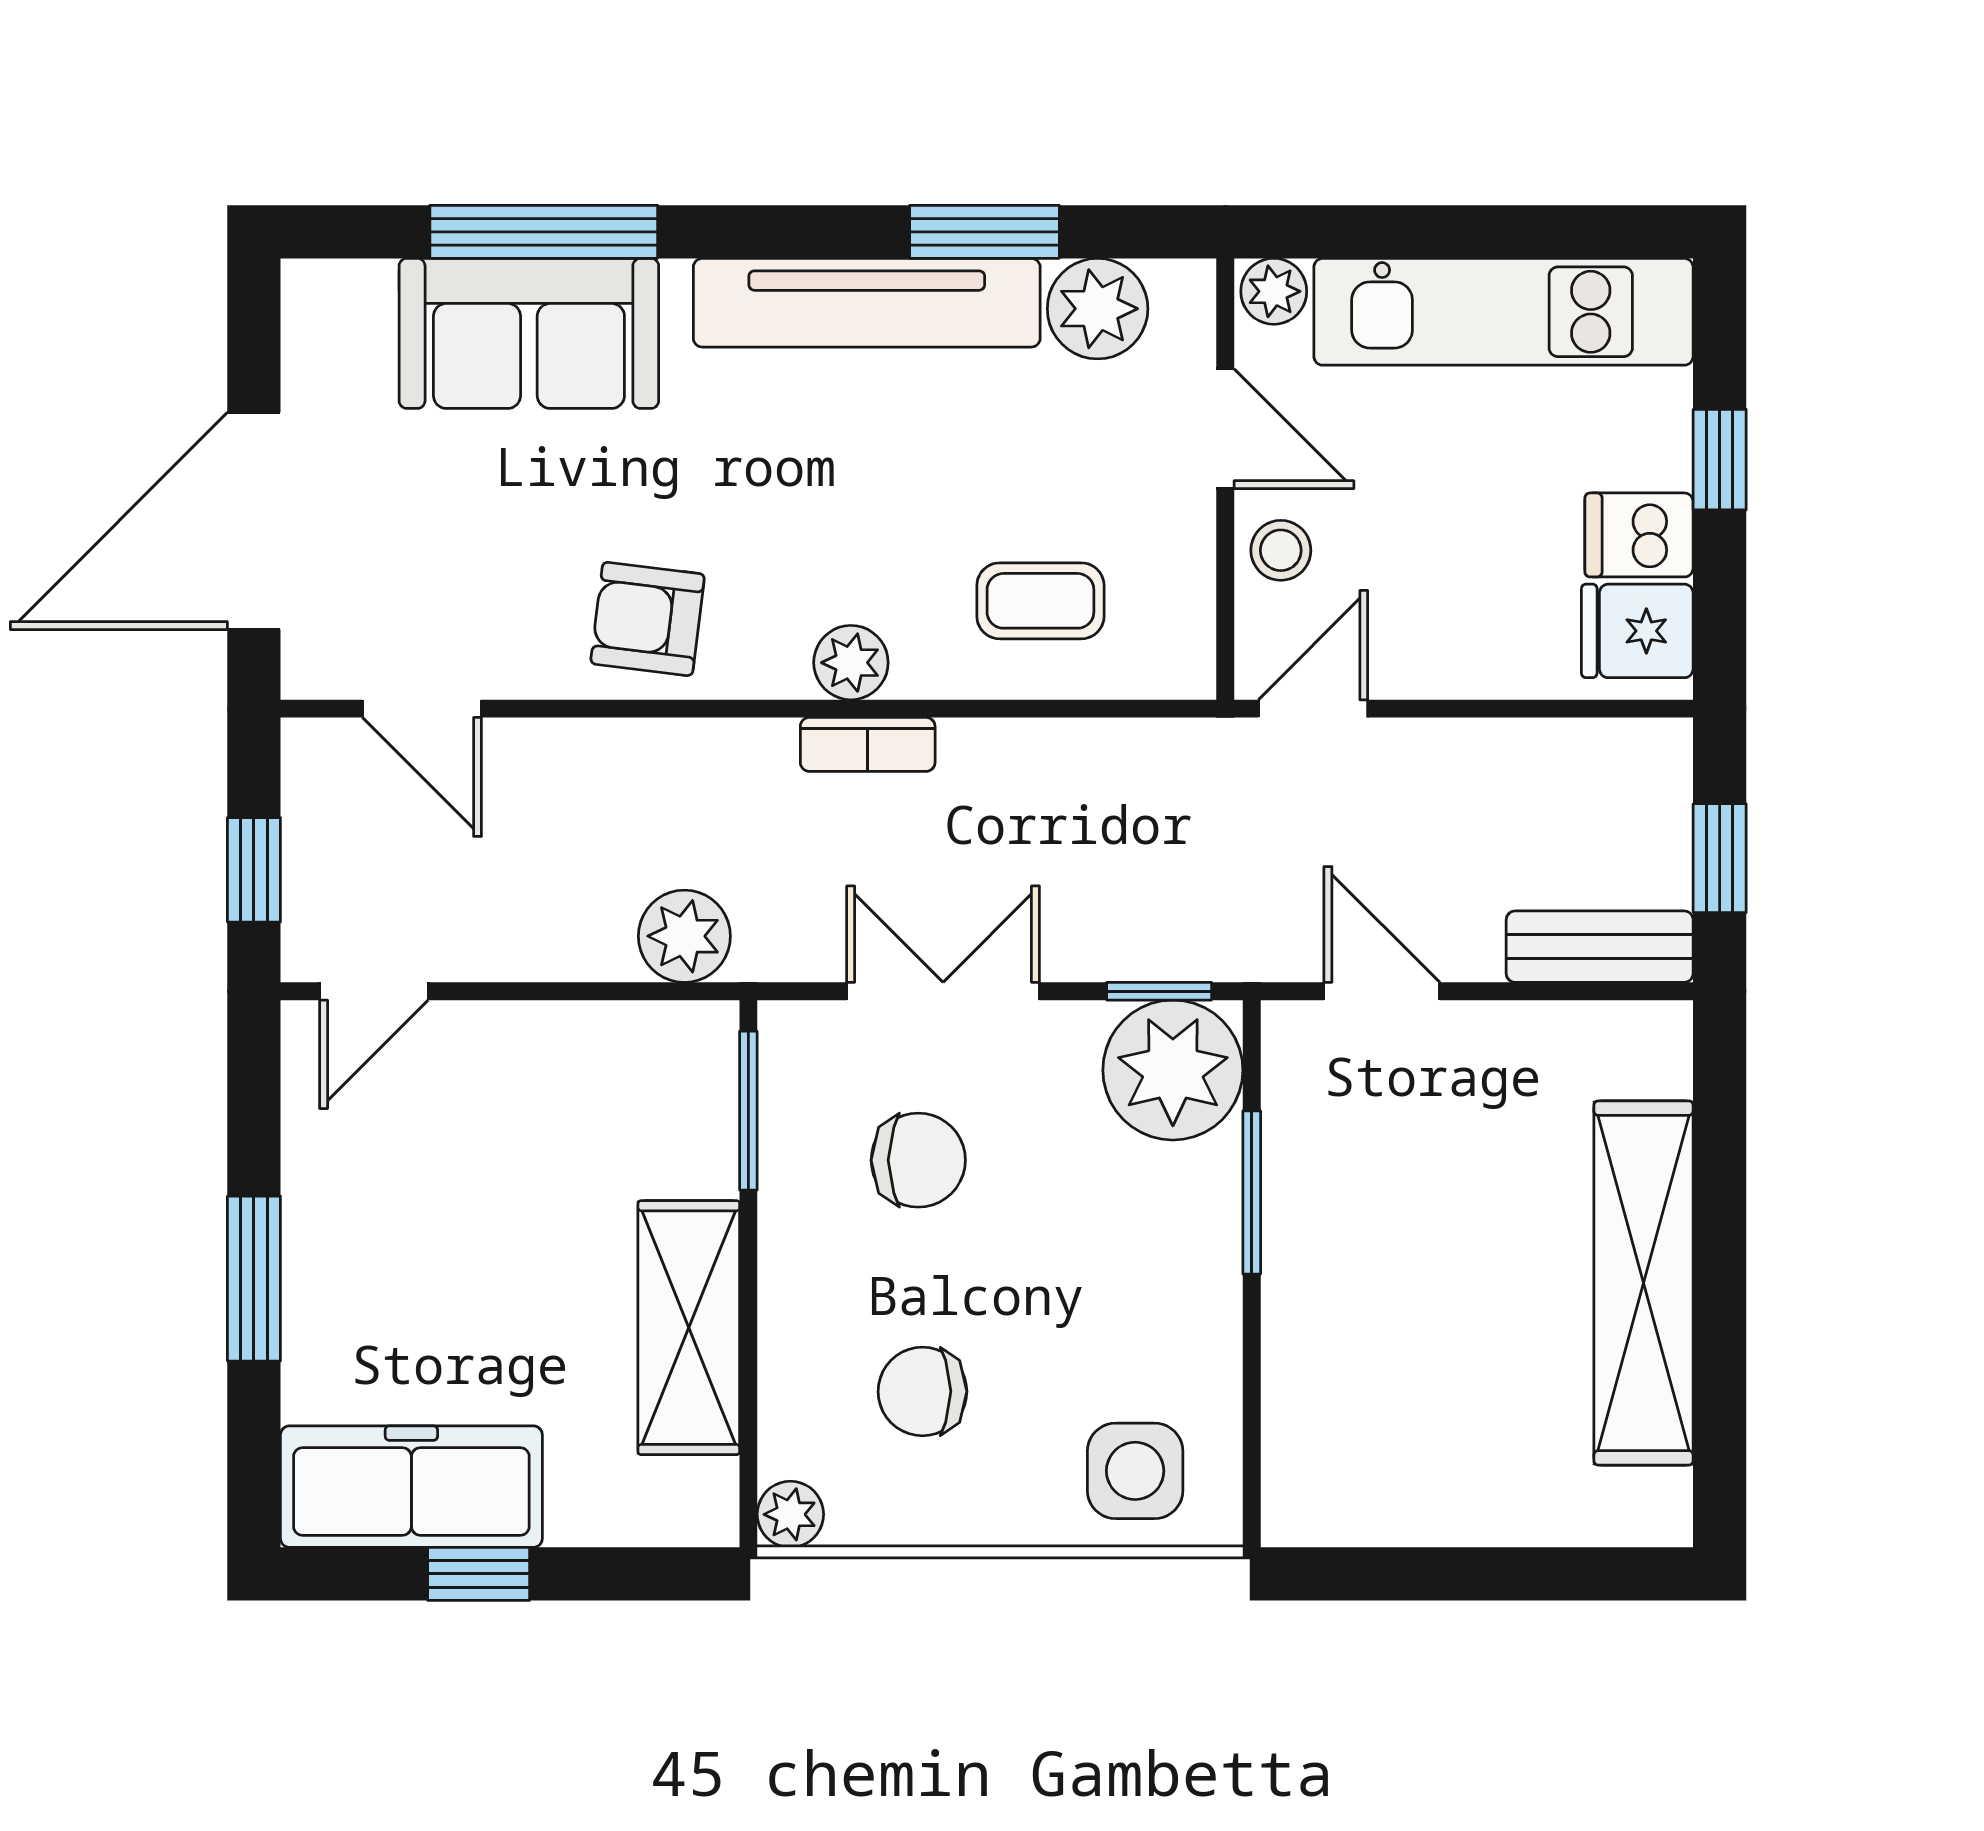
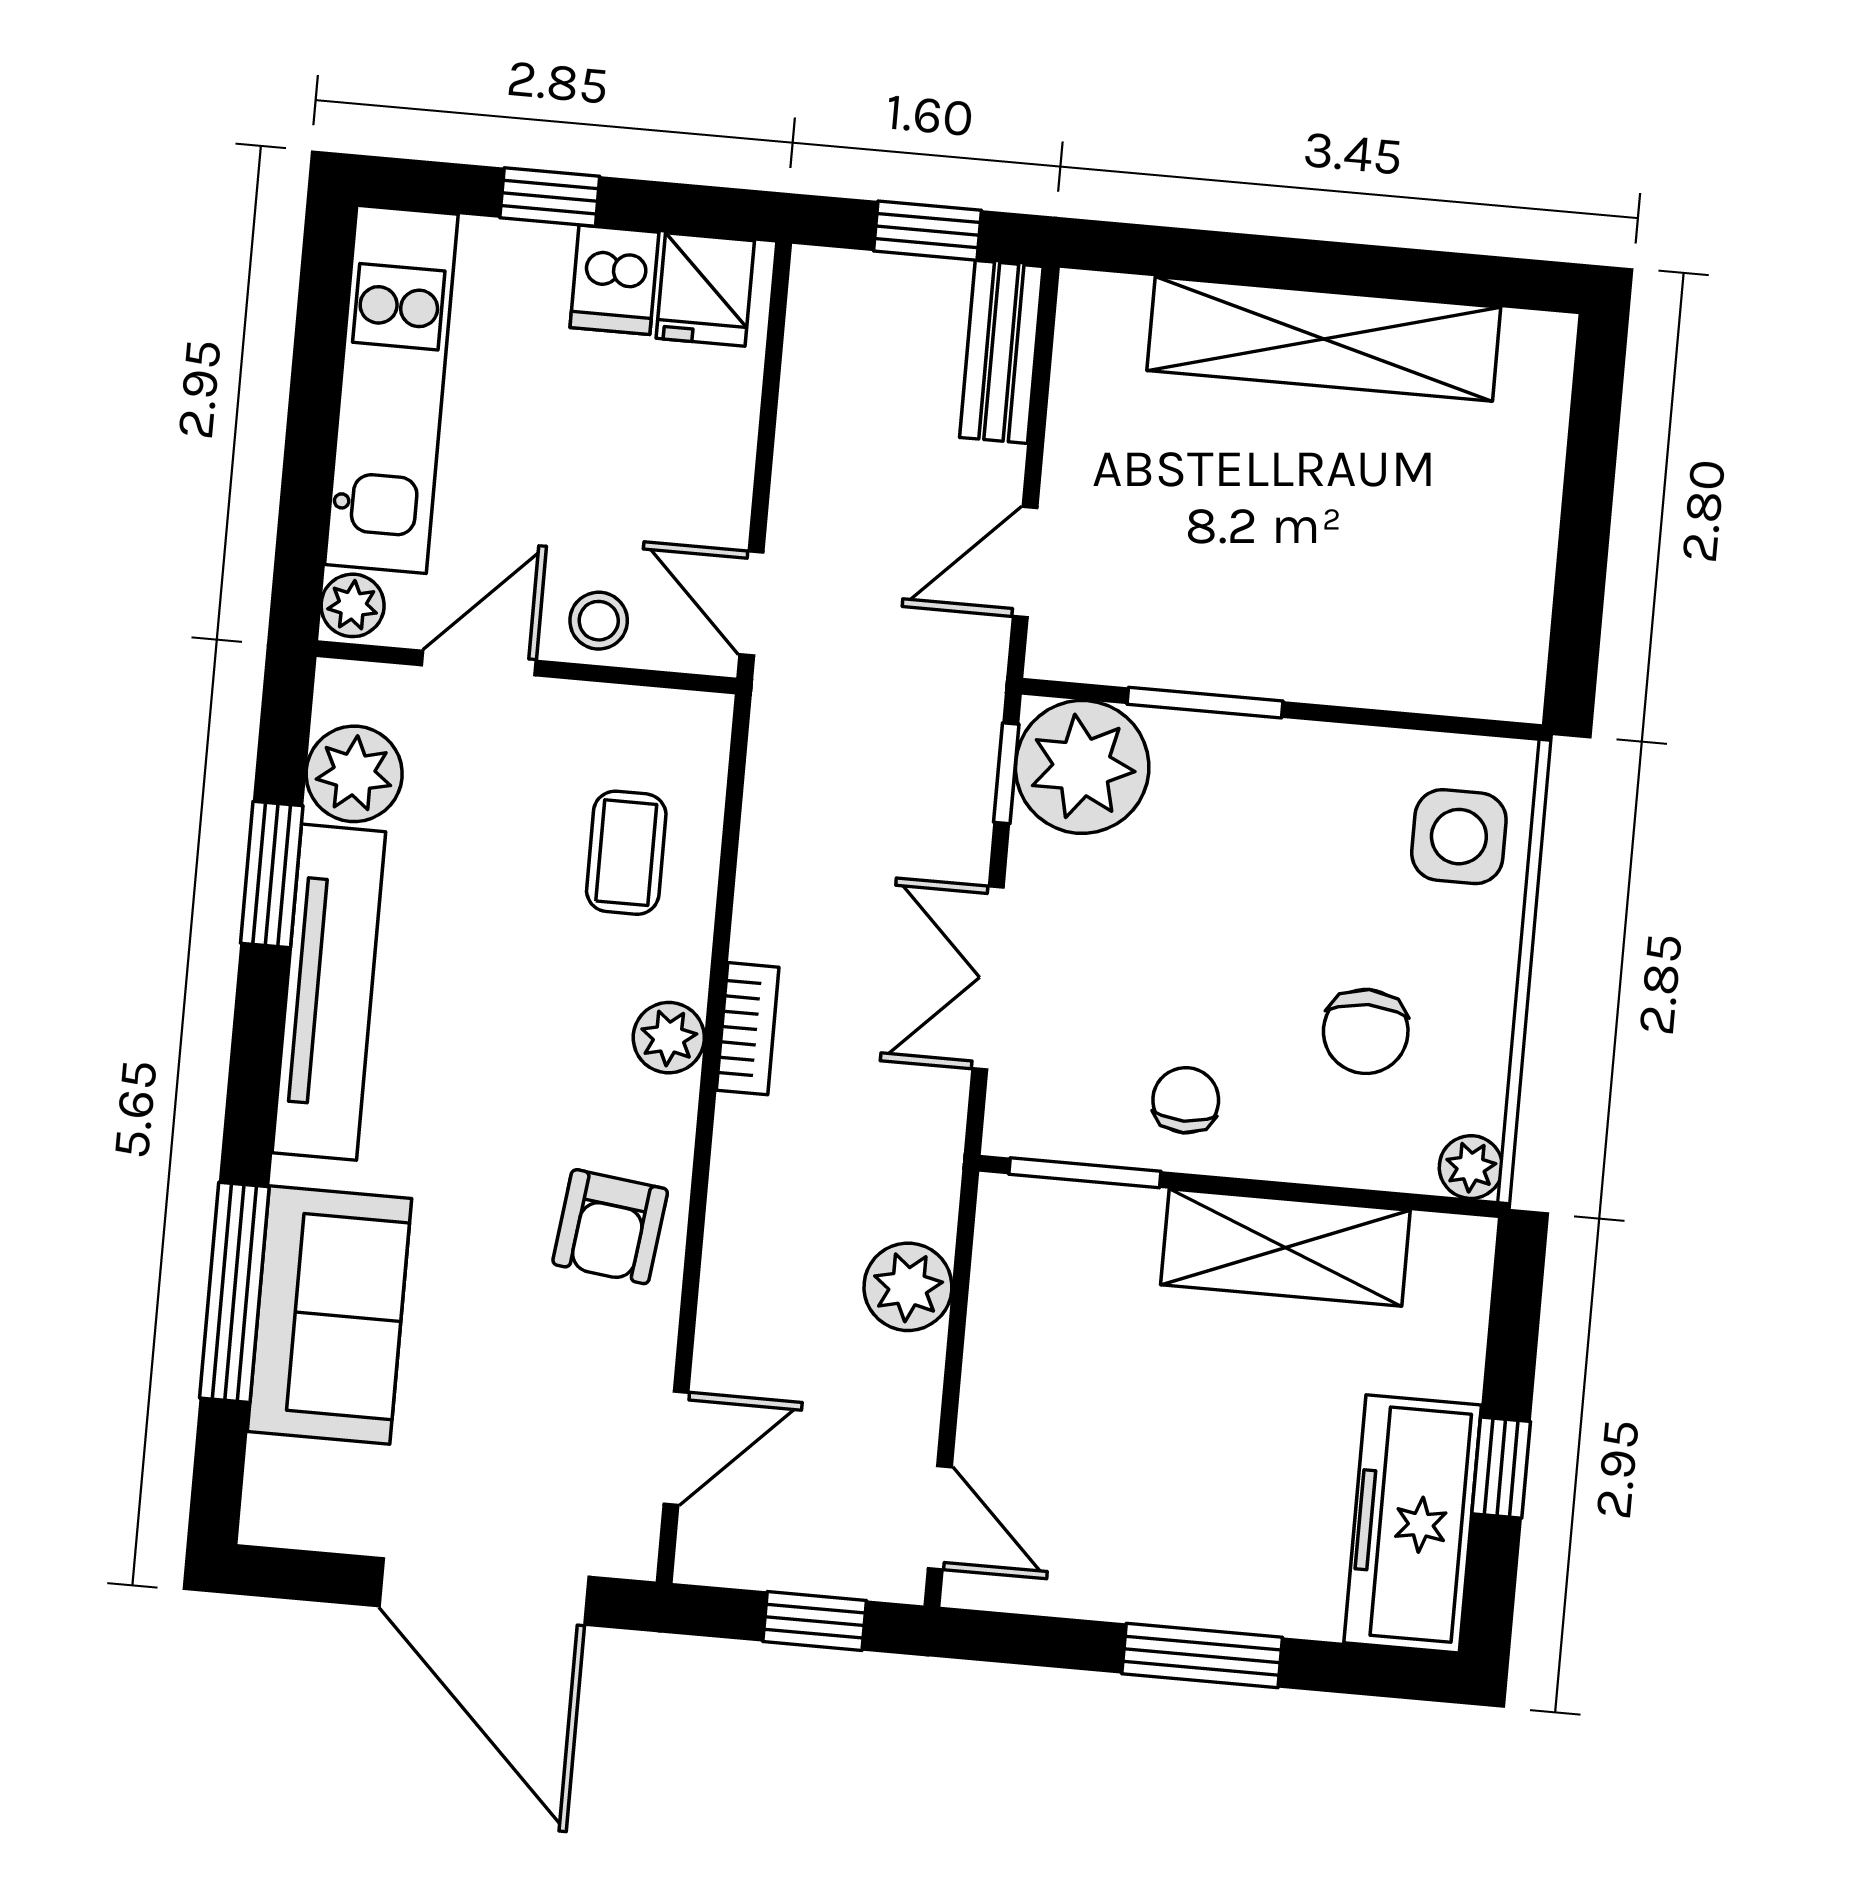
plant: (684, 936) -> (908, 1287), moved
chair: (918, 1160) -> (1186, 1100), moved, width x0.73, depth x0.73

